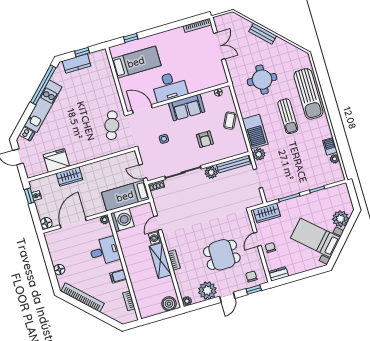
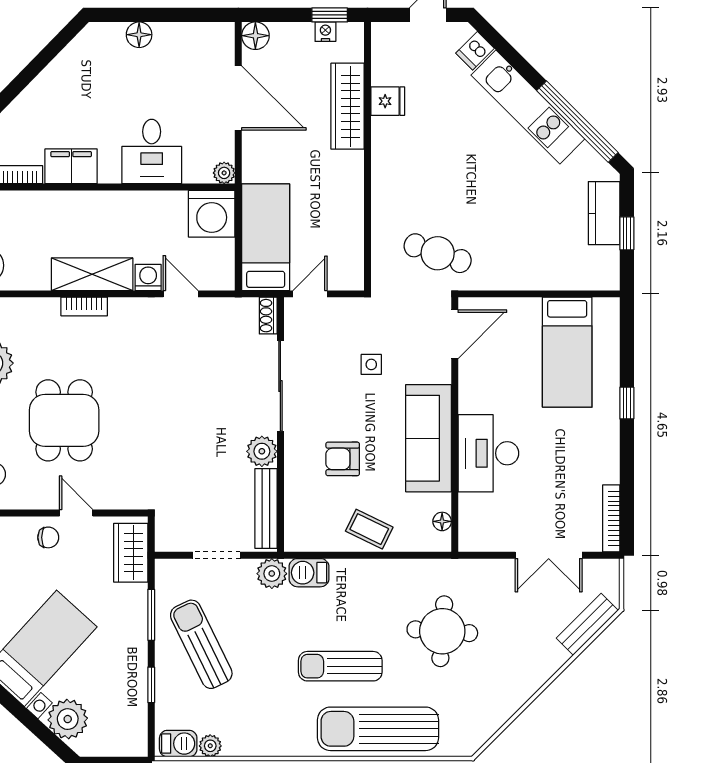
bench: (263, 34) -> (587, 624), moved
window: (131, 38) -> (627, 403), moved
desk: (170, 87) -> (488, 453), moved
sofa: (187, 107) -> (428, 438), width x1.36
barbecue: (255, 132) -> (309, 573), width x0.53, depth x0.65
barbecue: (330, 146) -> (178, 744), moved
fridge: (56, 160) -> (388, 101), width x0.53, depth x0.75
sun lounger: (295, 174) -> (201, 644), added
wardrobe: (69, 177) -> (348, 106), width x1.50
filing cabinet: (118, 276) -> (71, 166), width x2.00
bookcase: (83, 297) -> (59, 70), removed

